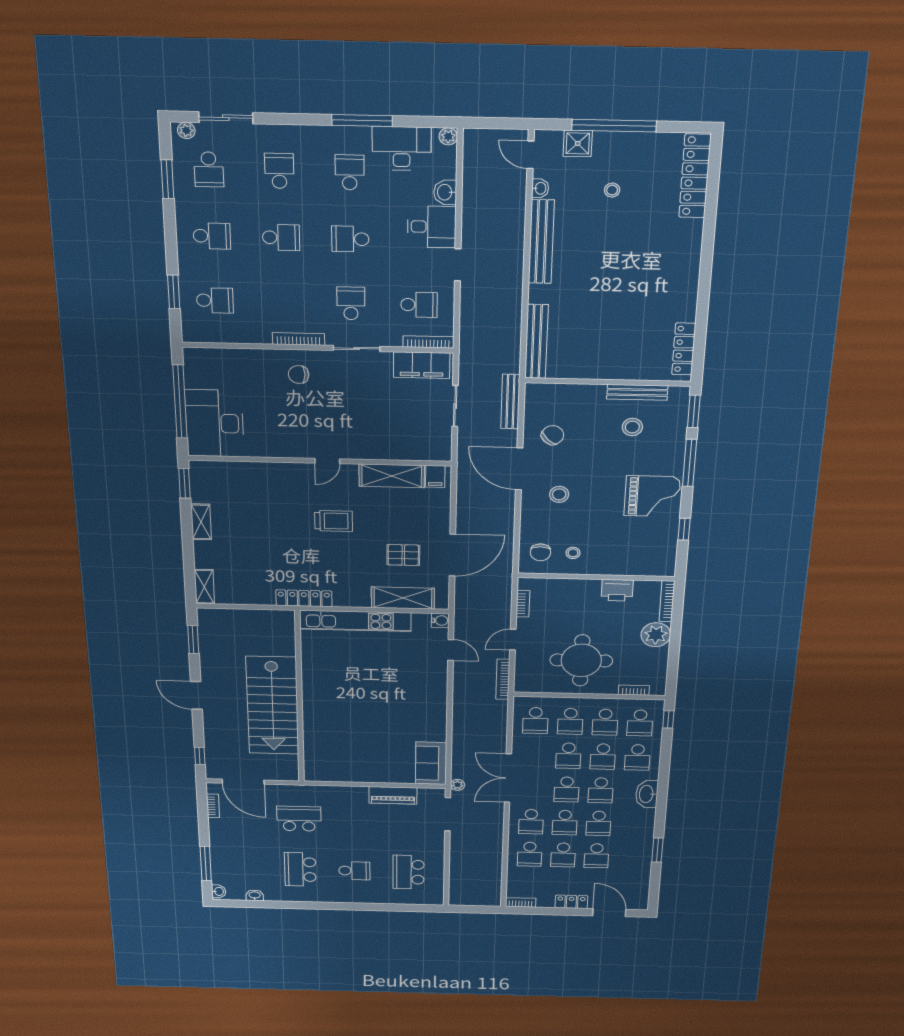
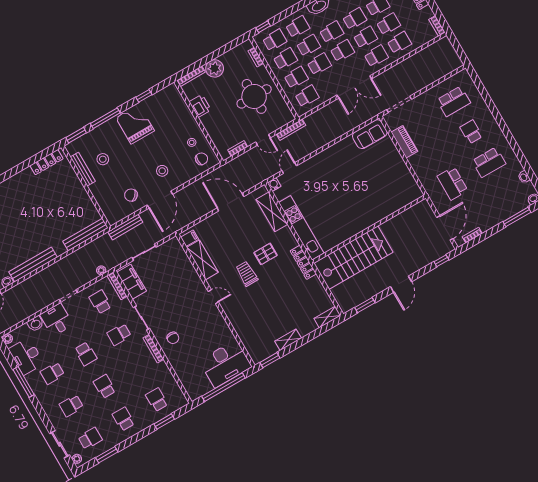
pallet: (403, 555) -> (266, 254), moved, turned 90
stairs: (272, 706) -> (353, 258), moved
plant: (458, 785) -> (101, 270), moved

